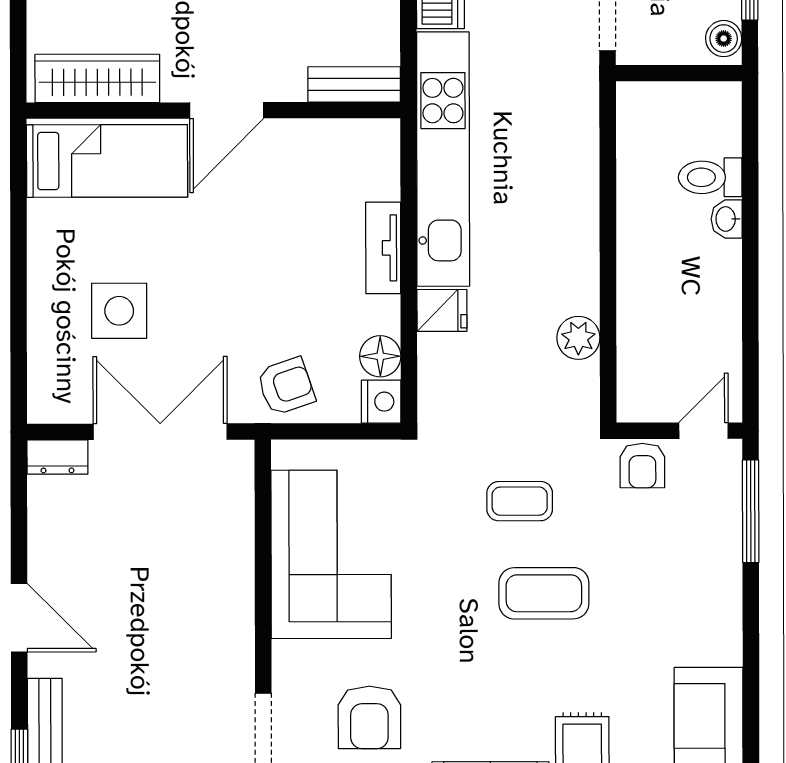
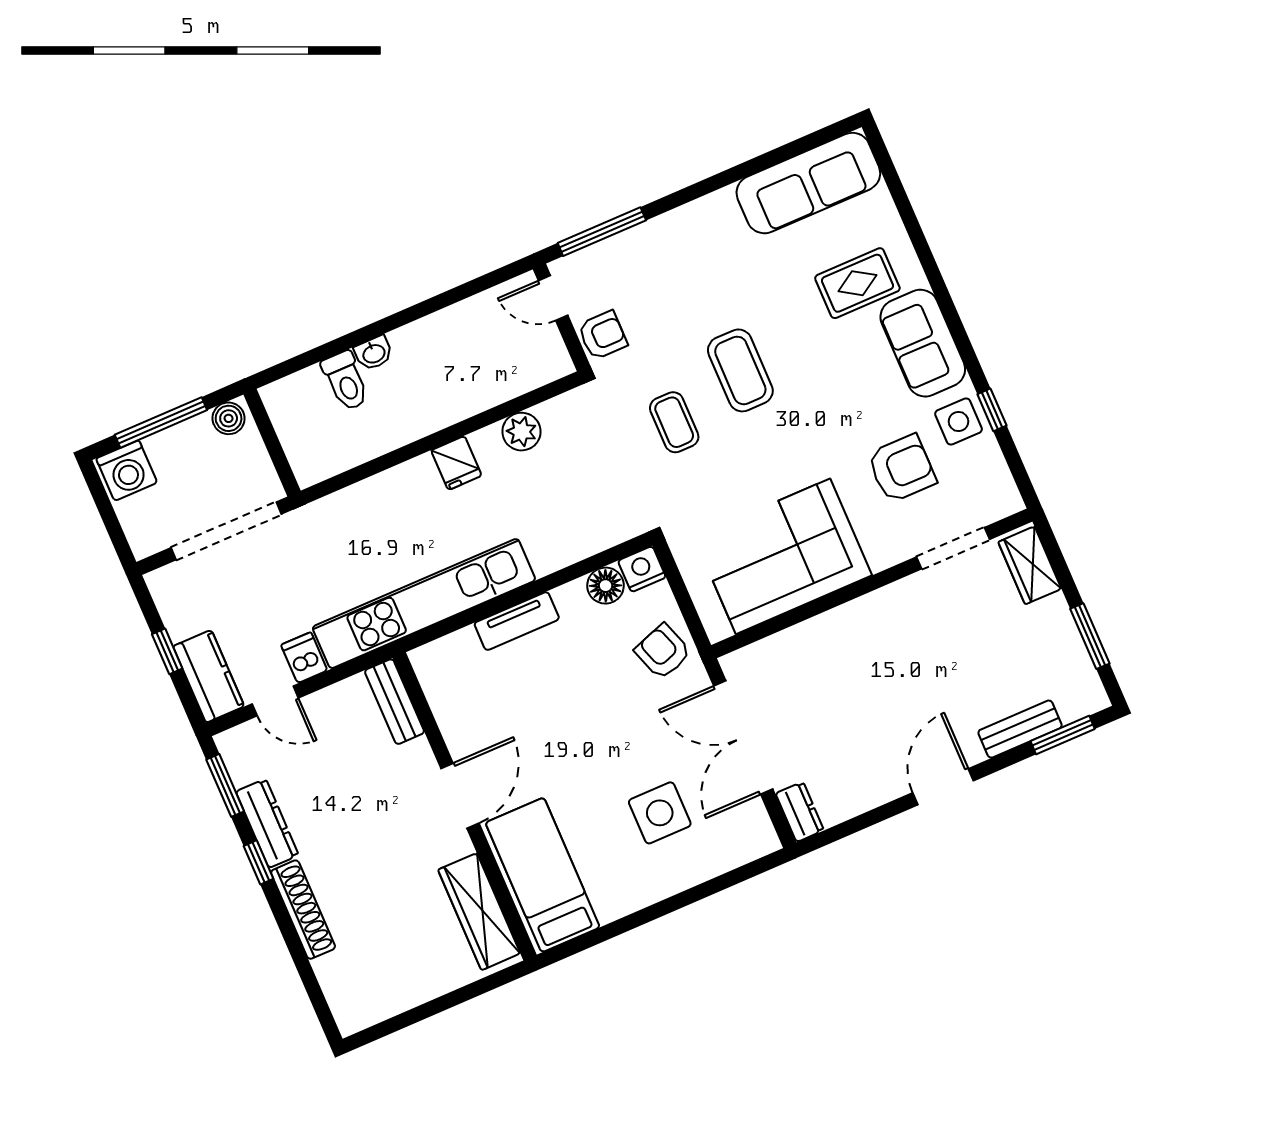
door: (227, 110) -> (460, 796), hinge flipped
fridge: (442, 310) -> (456, 463), moved, turned 180

